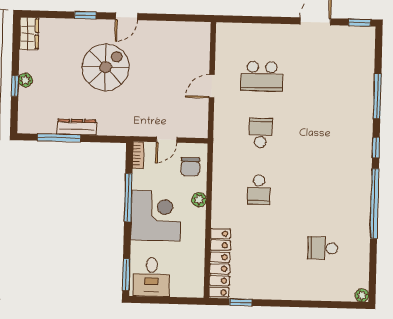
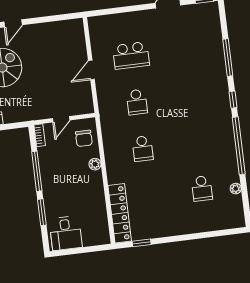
school desk: (260, 133) -> (137, 102), turned 180
corner desk: (156, 216) -> (62, 183), removed
school desk: (323, 248) -> (202, 188), turned -90
window: (126, 275) -> (42, 212), moved
plant: (362, 295) -> (236, 189), moved

